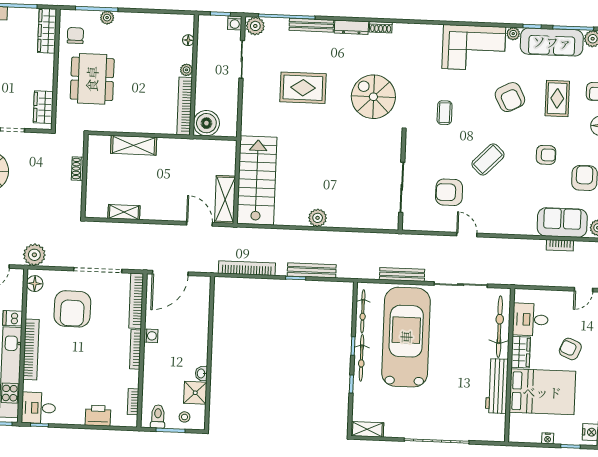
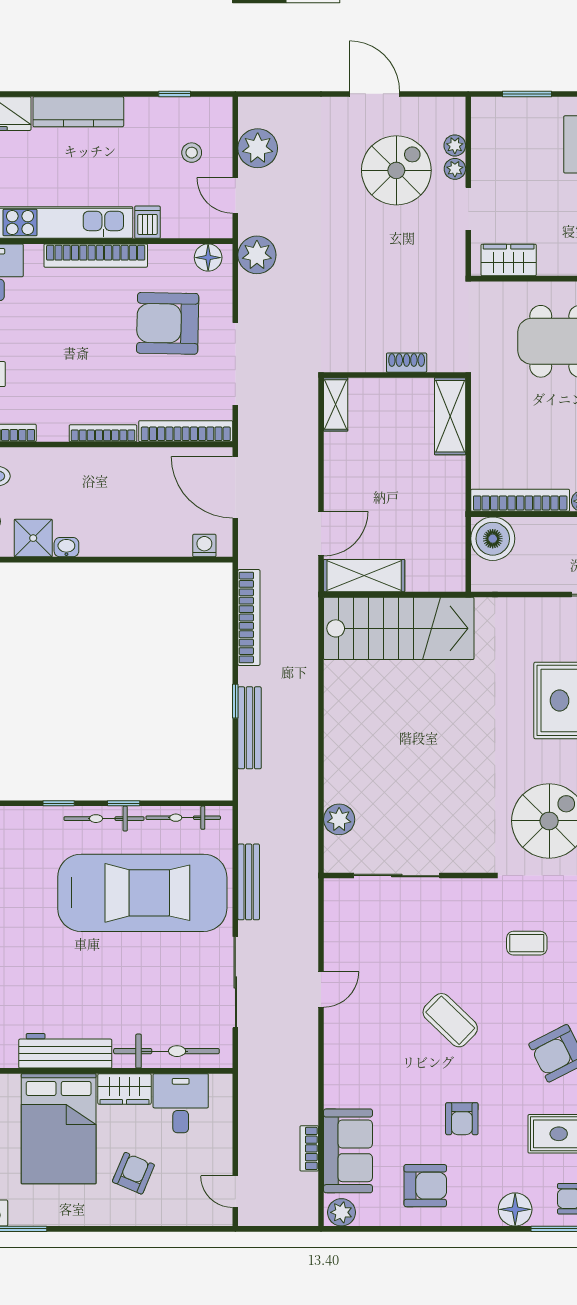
shoe rack: (78, 169) -> (407, 363), moved
wall: (84, 176) -> (395, 375), moved
armchair: (449, 192) -> (392, 956), removed
plant: (318, 218) -> (339, 819), moved
washing machine: (151, 336) -> (204, 546), moved, turned 180

